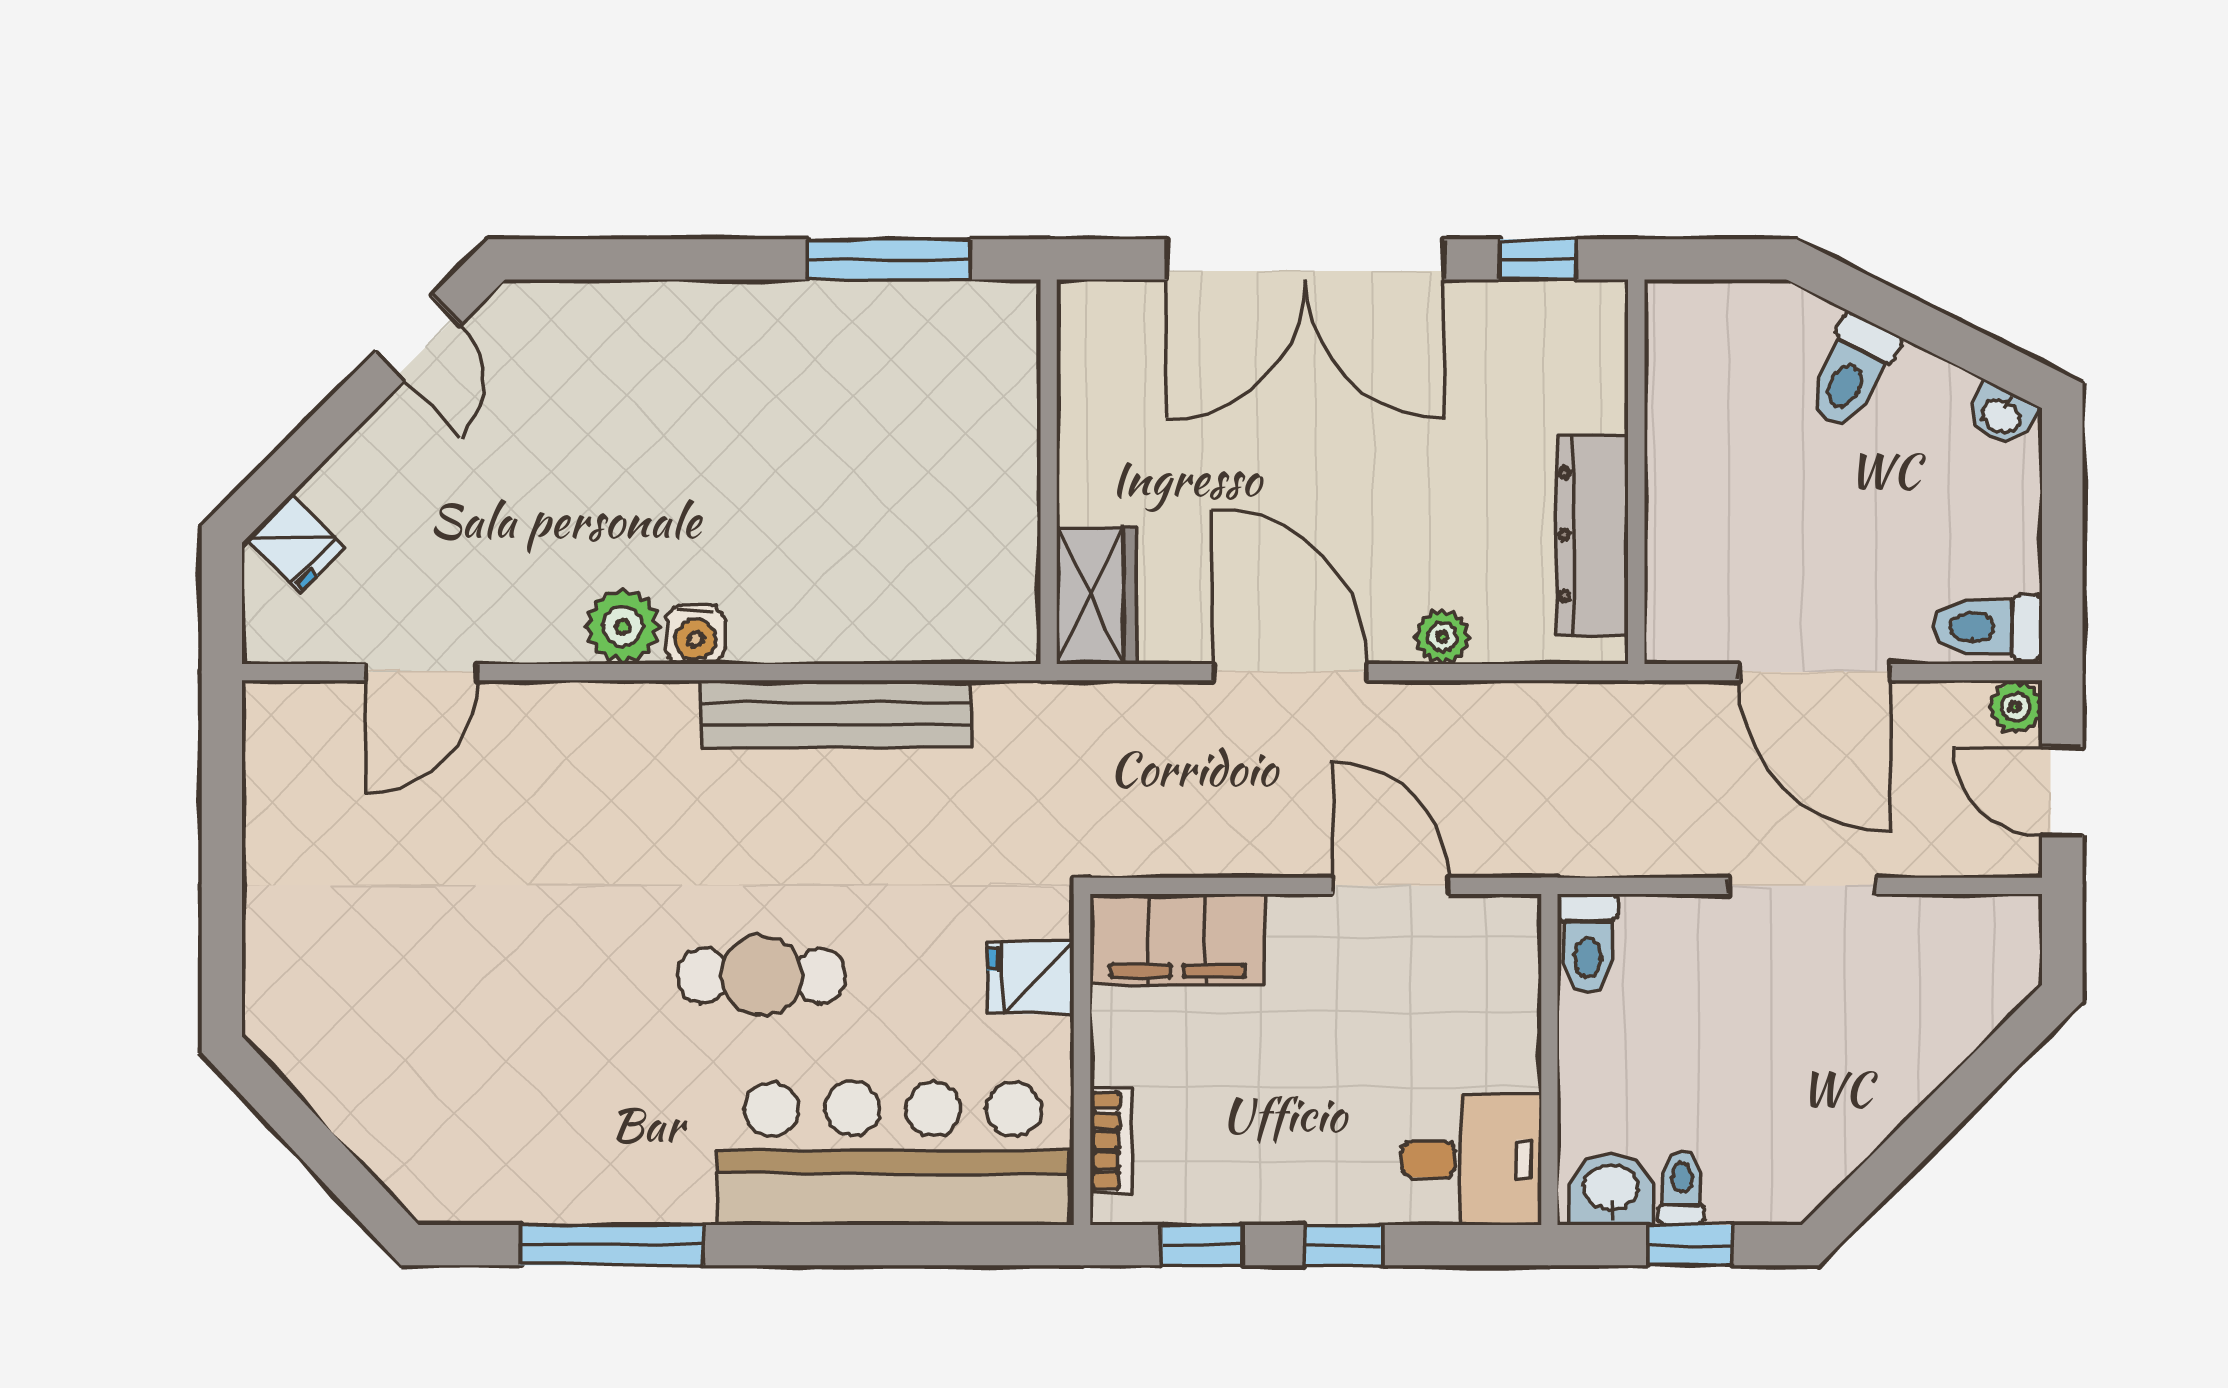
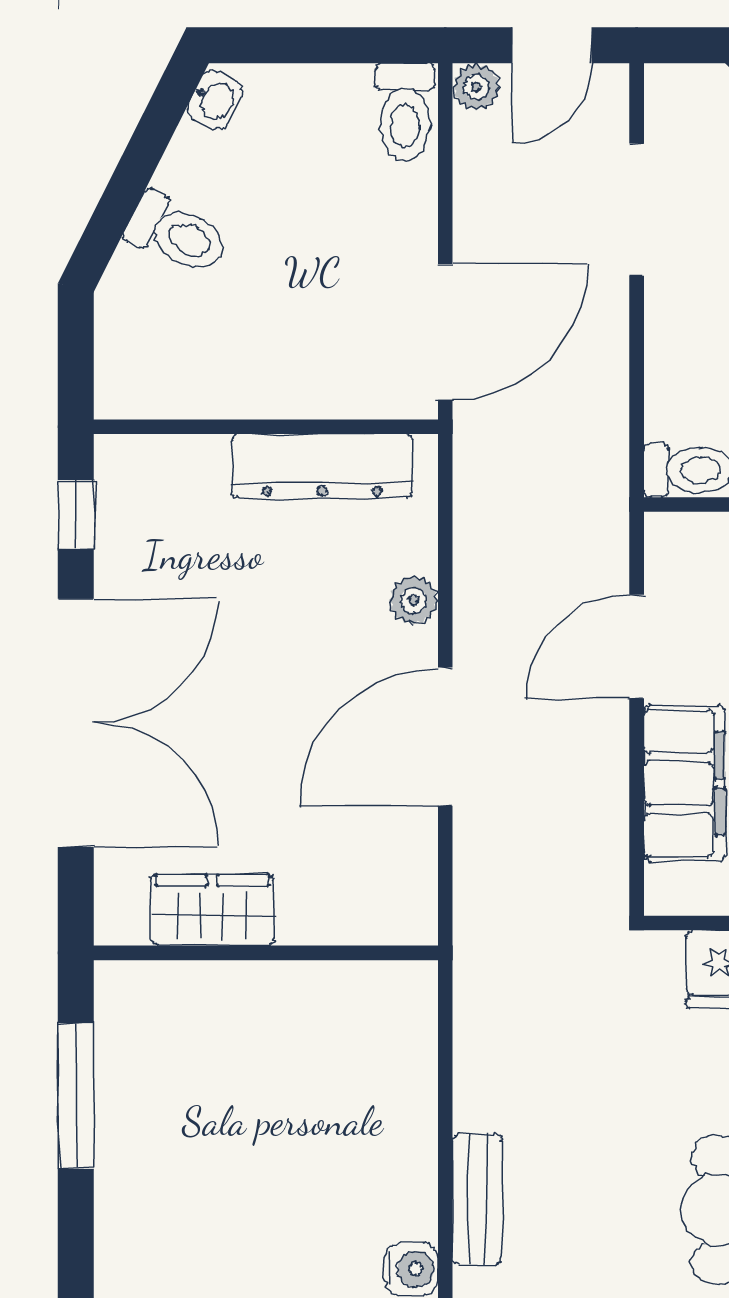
wardrobe: (1096, 596) -> (212, 910), moved
door: (1815, 672) -> (445, 332), moved
bench: (836, 714) -> (477, 1199), width x0.54, depth x0.82
doorway: (1802, 886) -> (637, 210), moved
filing cabinet: (1177, 939) -> (684, 783), moved

